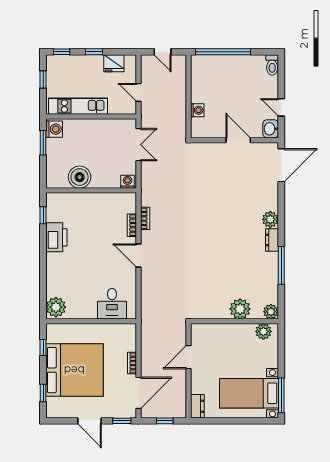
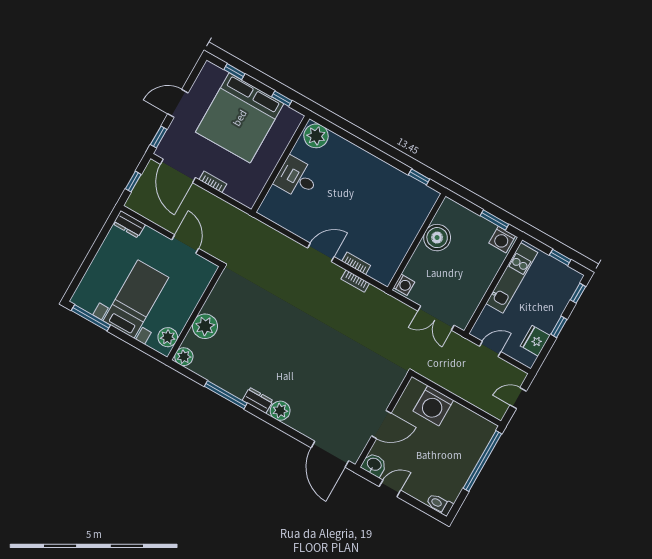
washing machine: (197, 110) -> (433, 406), width x1.89, depth x1.89
printer: (56, 237) -> (388, 178), removed
desk: (112, 304) -> (297, 178), moved
bed with nightstands: (249, 393) -> (136, 299), moved

